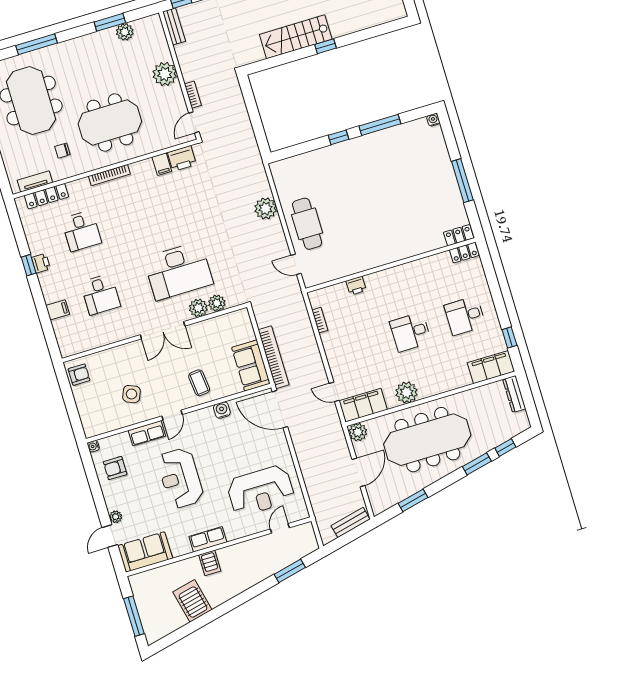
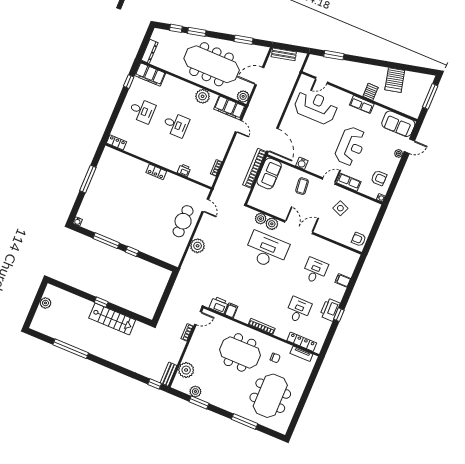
plant: (165, 74) -> (186, 370), moved
locker: (459, 235) -> (156, 172), moved
printer: (41, 263) -> (330, 310), width x1.87, depth x1.48

